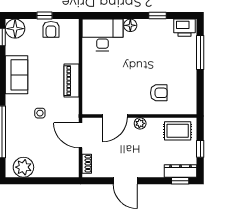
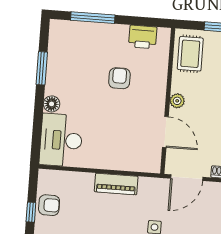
window: (158, 16) -> (42, 68), width x1.50
printer: (185, 28) -> (143, 37), moved, turned 90
armchair: (159, 93) -> (119, 78), moved

